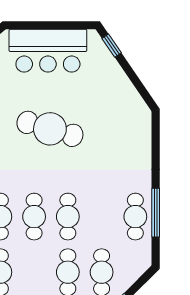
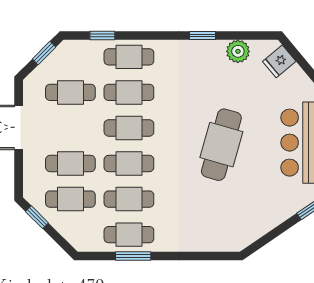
window: (156, 213) -> (133, 256), width x0.69
cafe table: (102, 217) -> (129, 199), added

